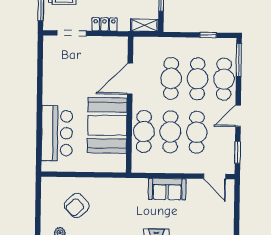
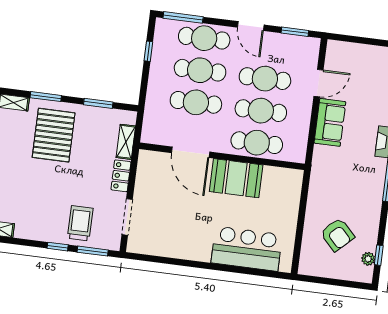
shelving: (144, 25) -> (126, 142), moved
booth: (107, 125) -> (236, 178), width x0.73, depth x0.70
door: (215, 176) -> (319, 83), moved

